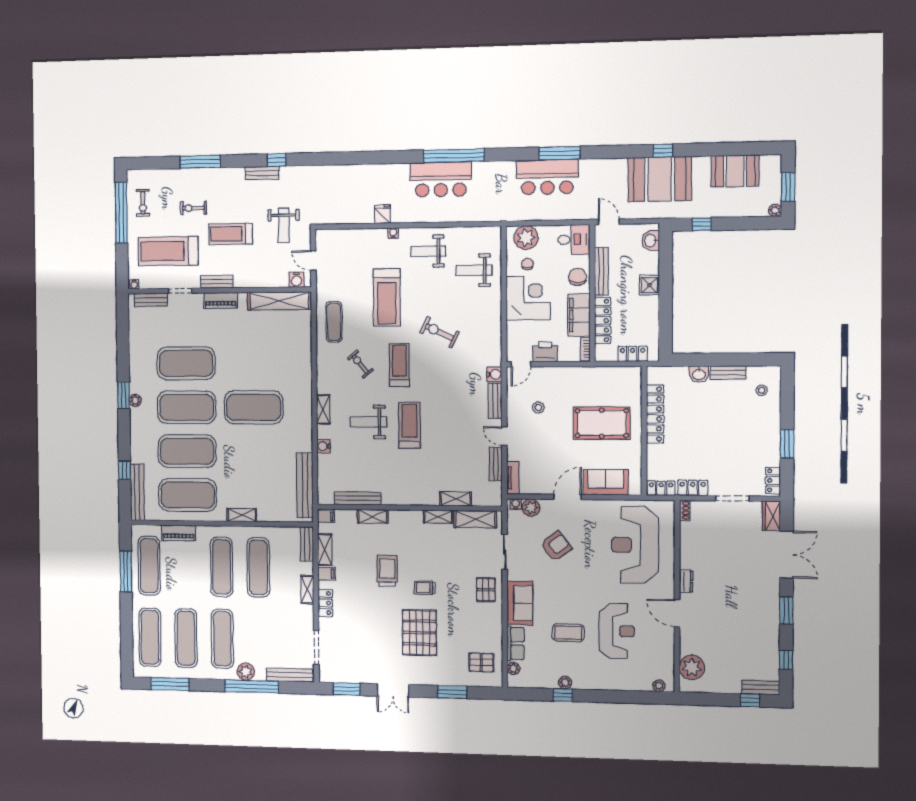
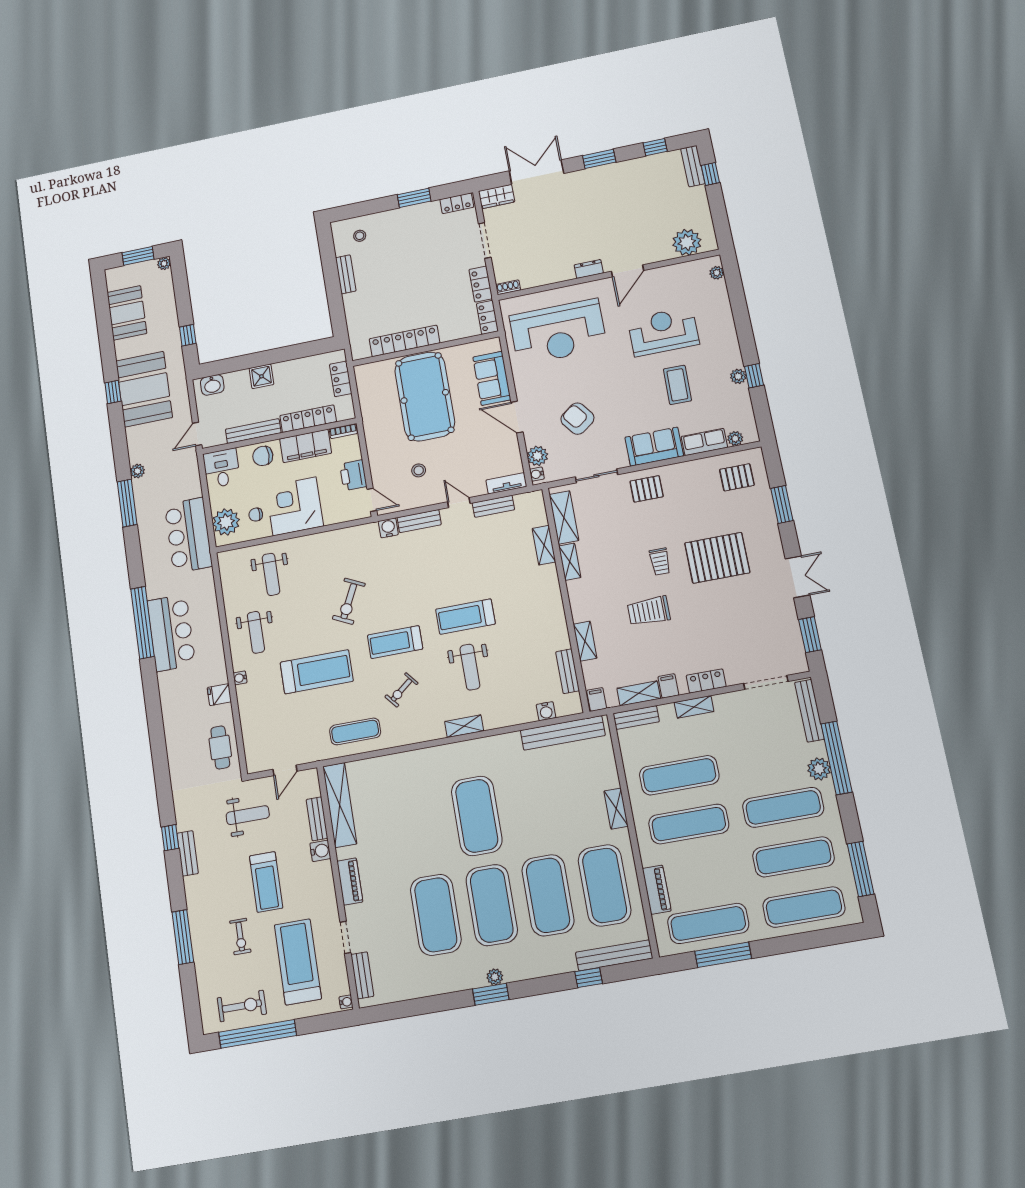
plant: (586, 165) -> (137, 471), added
bar counter: (547, 177) -> (188, 535), moved, turned 180
exercise bike: (143, 203) -> (242, 1006), width x1.38, depth x1.39
cafe table: (340, 210) -> (220, 747), added
treadmill: (168, 251) -> (298, 962), turned 180
water cooler: (297, 280) -> (320, 851), moved
bench: (217, 282) -> (317, 819), moved
washbasin: (699, 374) -> (352, 304), removed
pool table: (602, 423) -> (425, 396), width x1.36, depth x1.32
door: (504, 436) -> (459, 503), swing flipped
water cooler: (324, 446) -> (546, 711), moved
bench: (358, 498) -> (568, 671), width x0.73
pallet: (481, 662) -> (737, 477), turned 90

